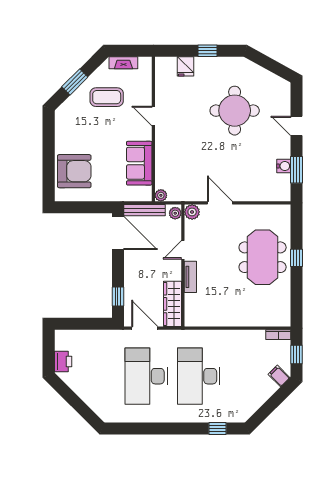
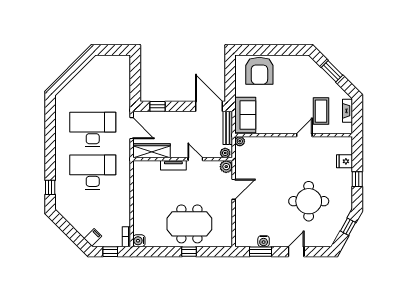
window: (266, 62) -> (348, 227), added
coffee table: (107, 97) -> (321, 111), moved
sofa: (139, 163) -> (245, 115), moved, turned 90
door: (118, 233) -> (209, 106), swing flipped
water cooler: (283, 319) -> (139, 241), added
door: (145, 328) -> (132, 128), hinge flipped
printer: (63, 362) -> (105, 62), removed

